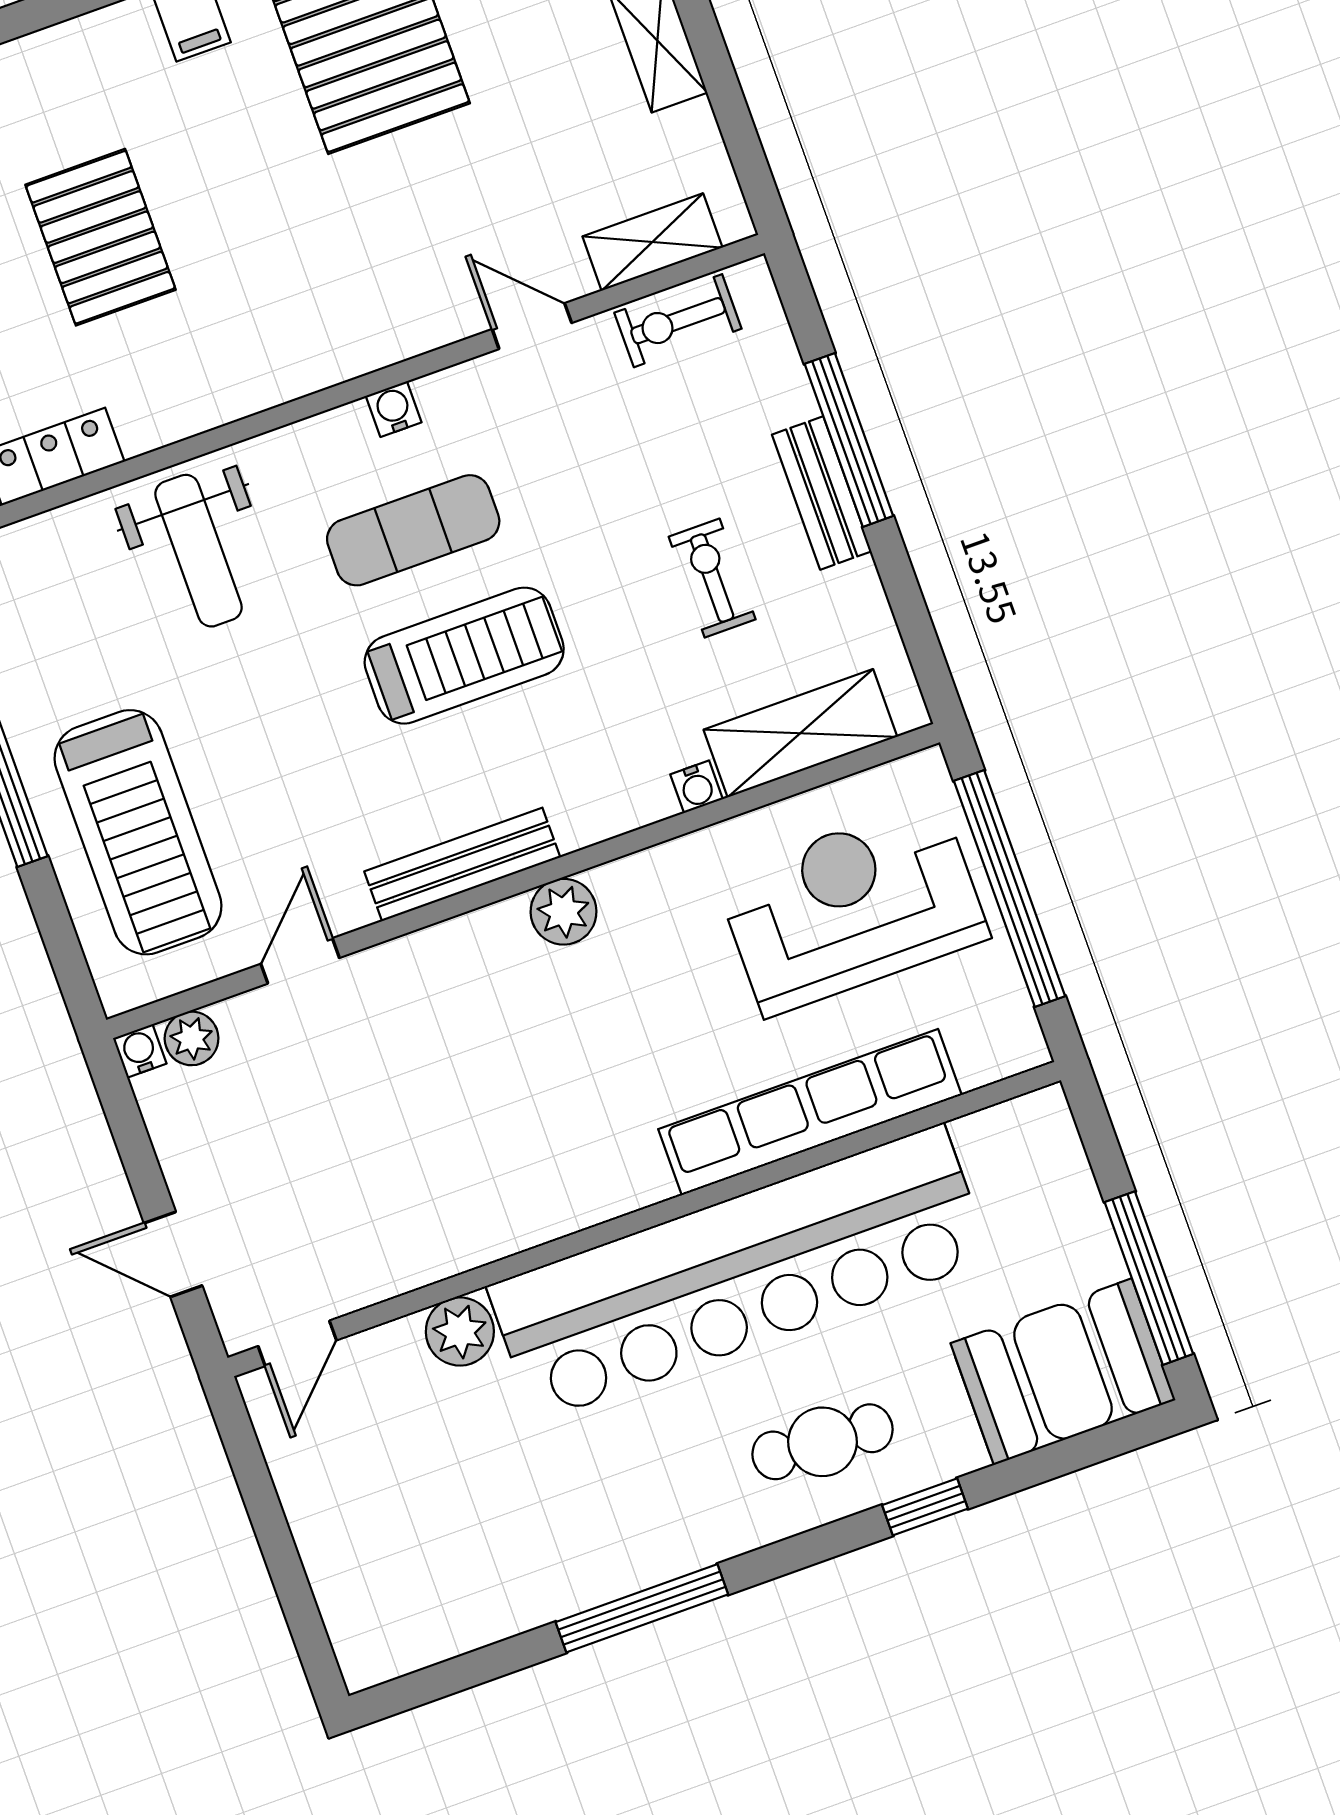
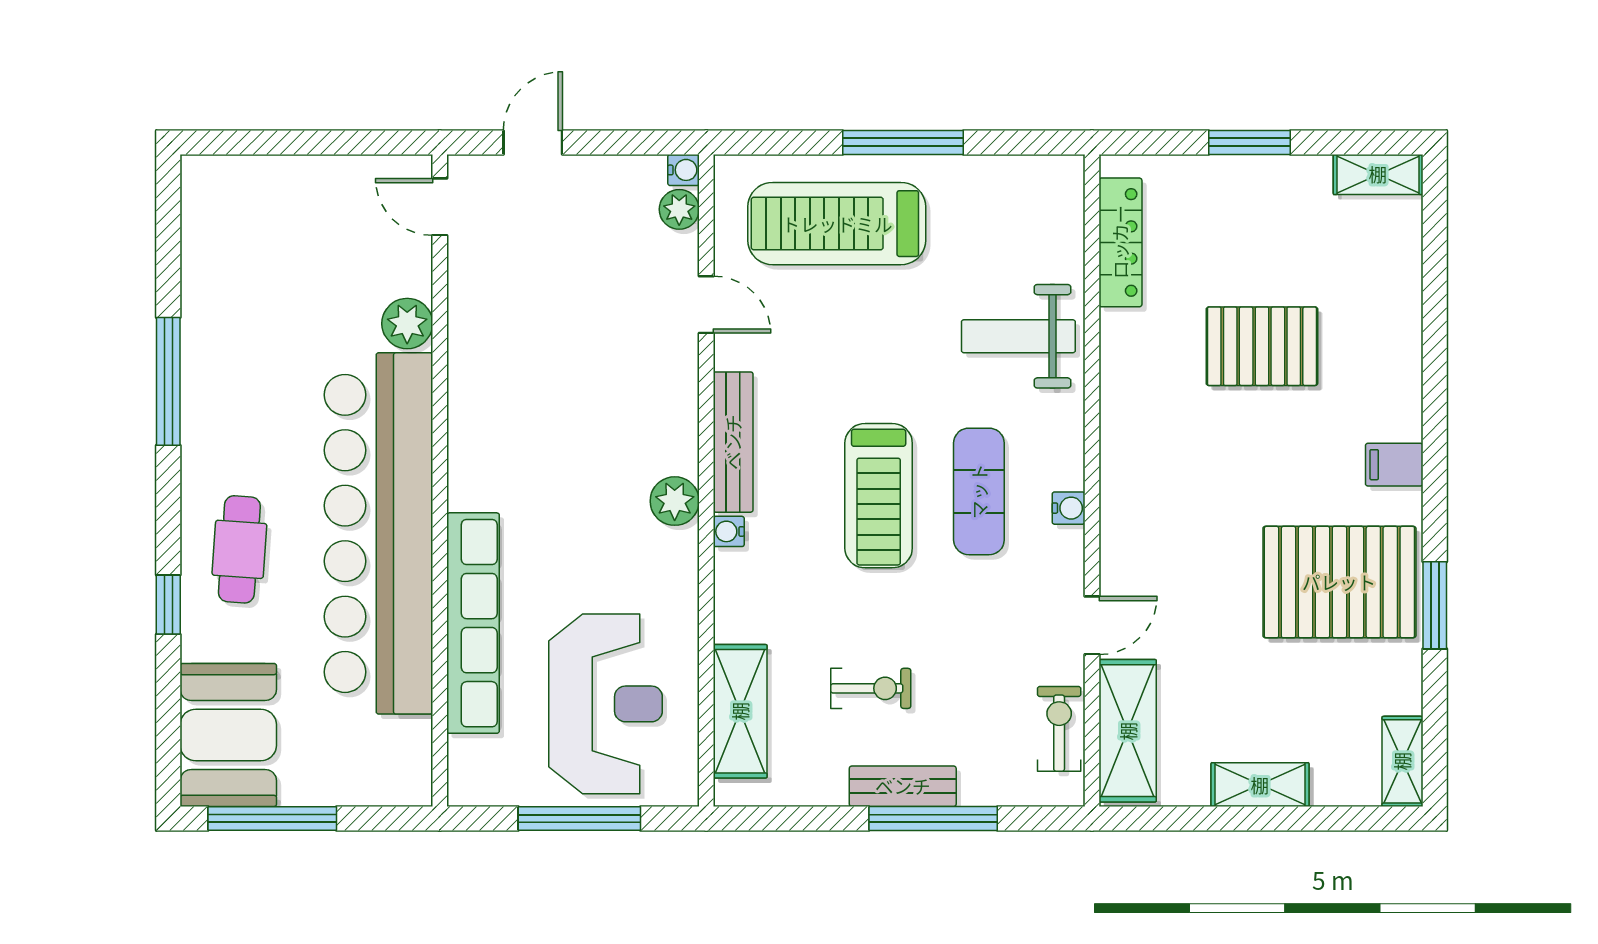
shelving: (652, 242) -> (1128, 731), width x1.50, depth x1.33
water cooler: (697, 787) -> (729, 531), moved
window: (1009, 889) -> (579, 819), width x0.68

